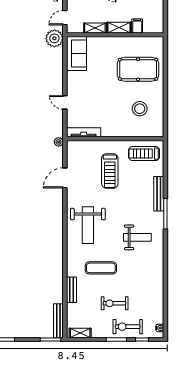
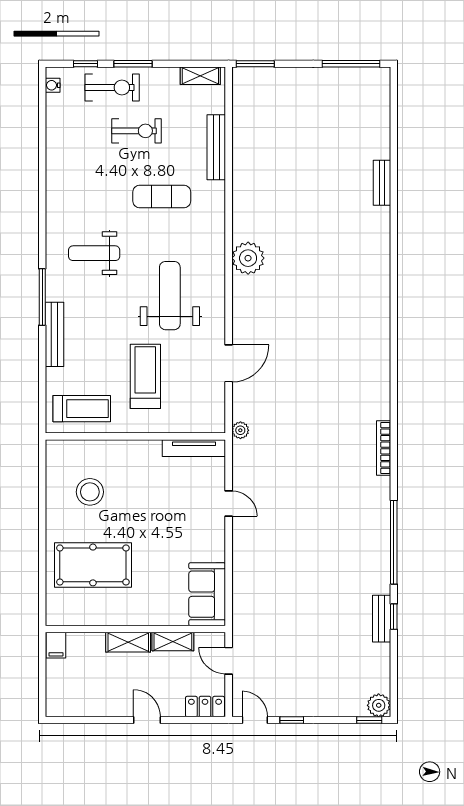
door: (65, 18) -> (229, 661), swing flipped
filing cabinet: (137, 26) -> (56, 645), moved
plant: (54, 38) -> (248, 258), moved
weight bench: (88, 225) -> (170, 296), moved
bench: (71, 290) -> (216, 147), width x1.36
bench: (58, 321) -> (241, 99), removed

